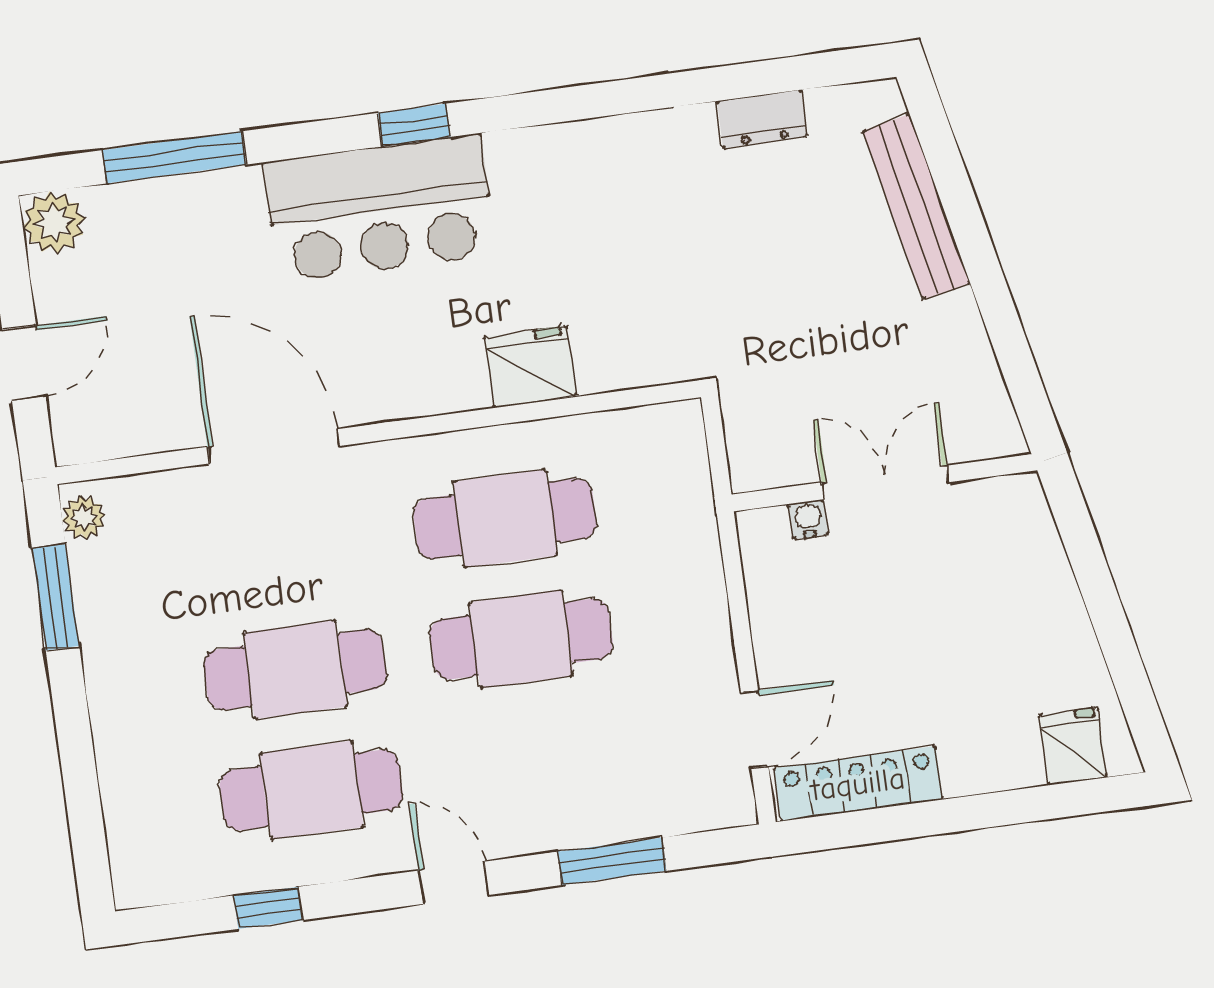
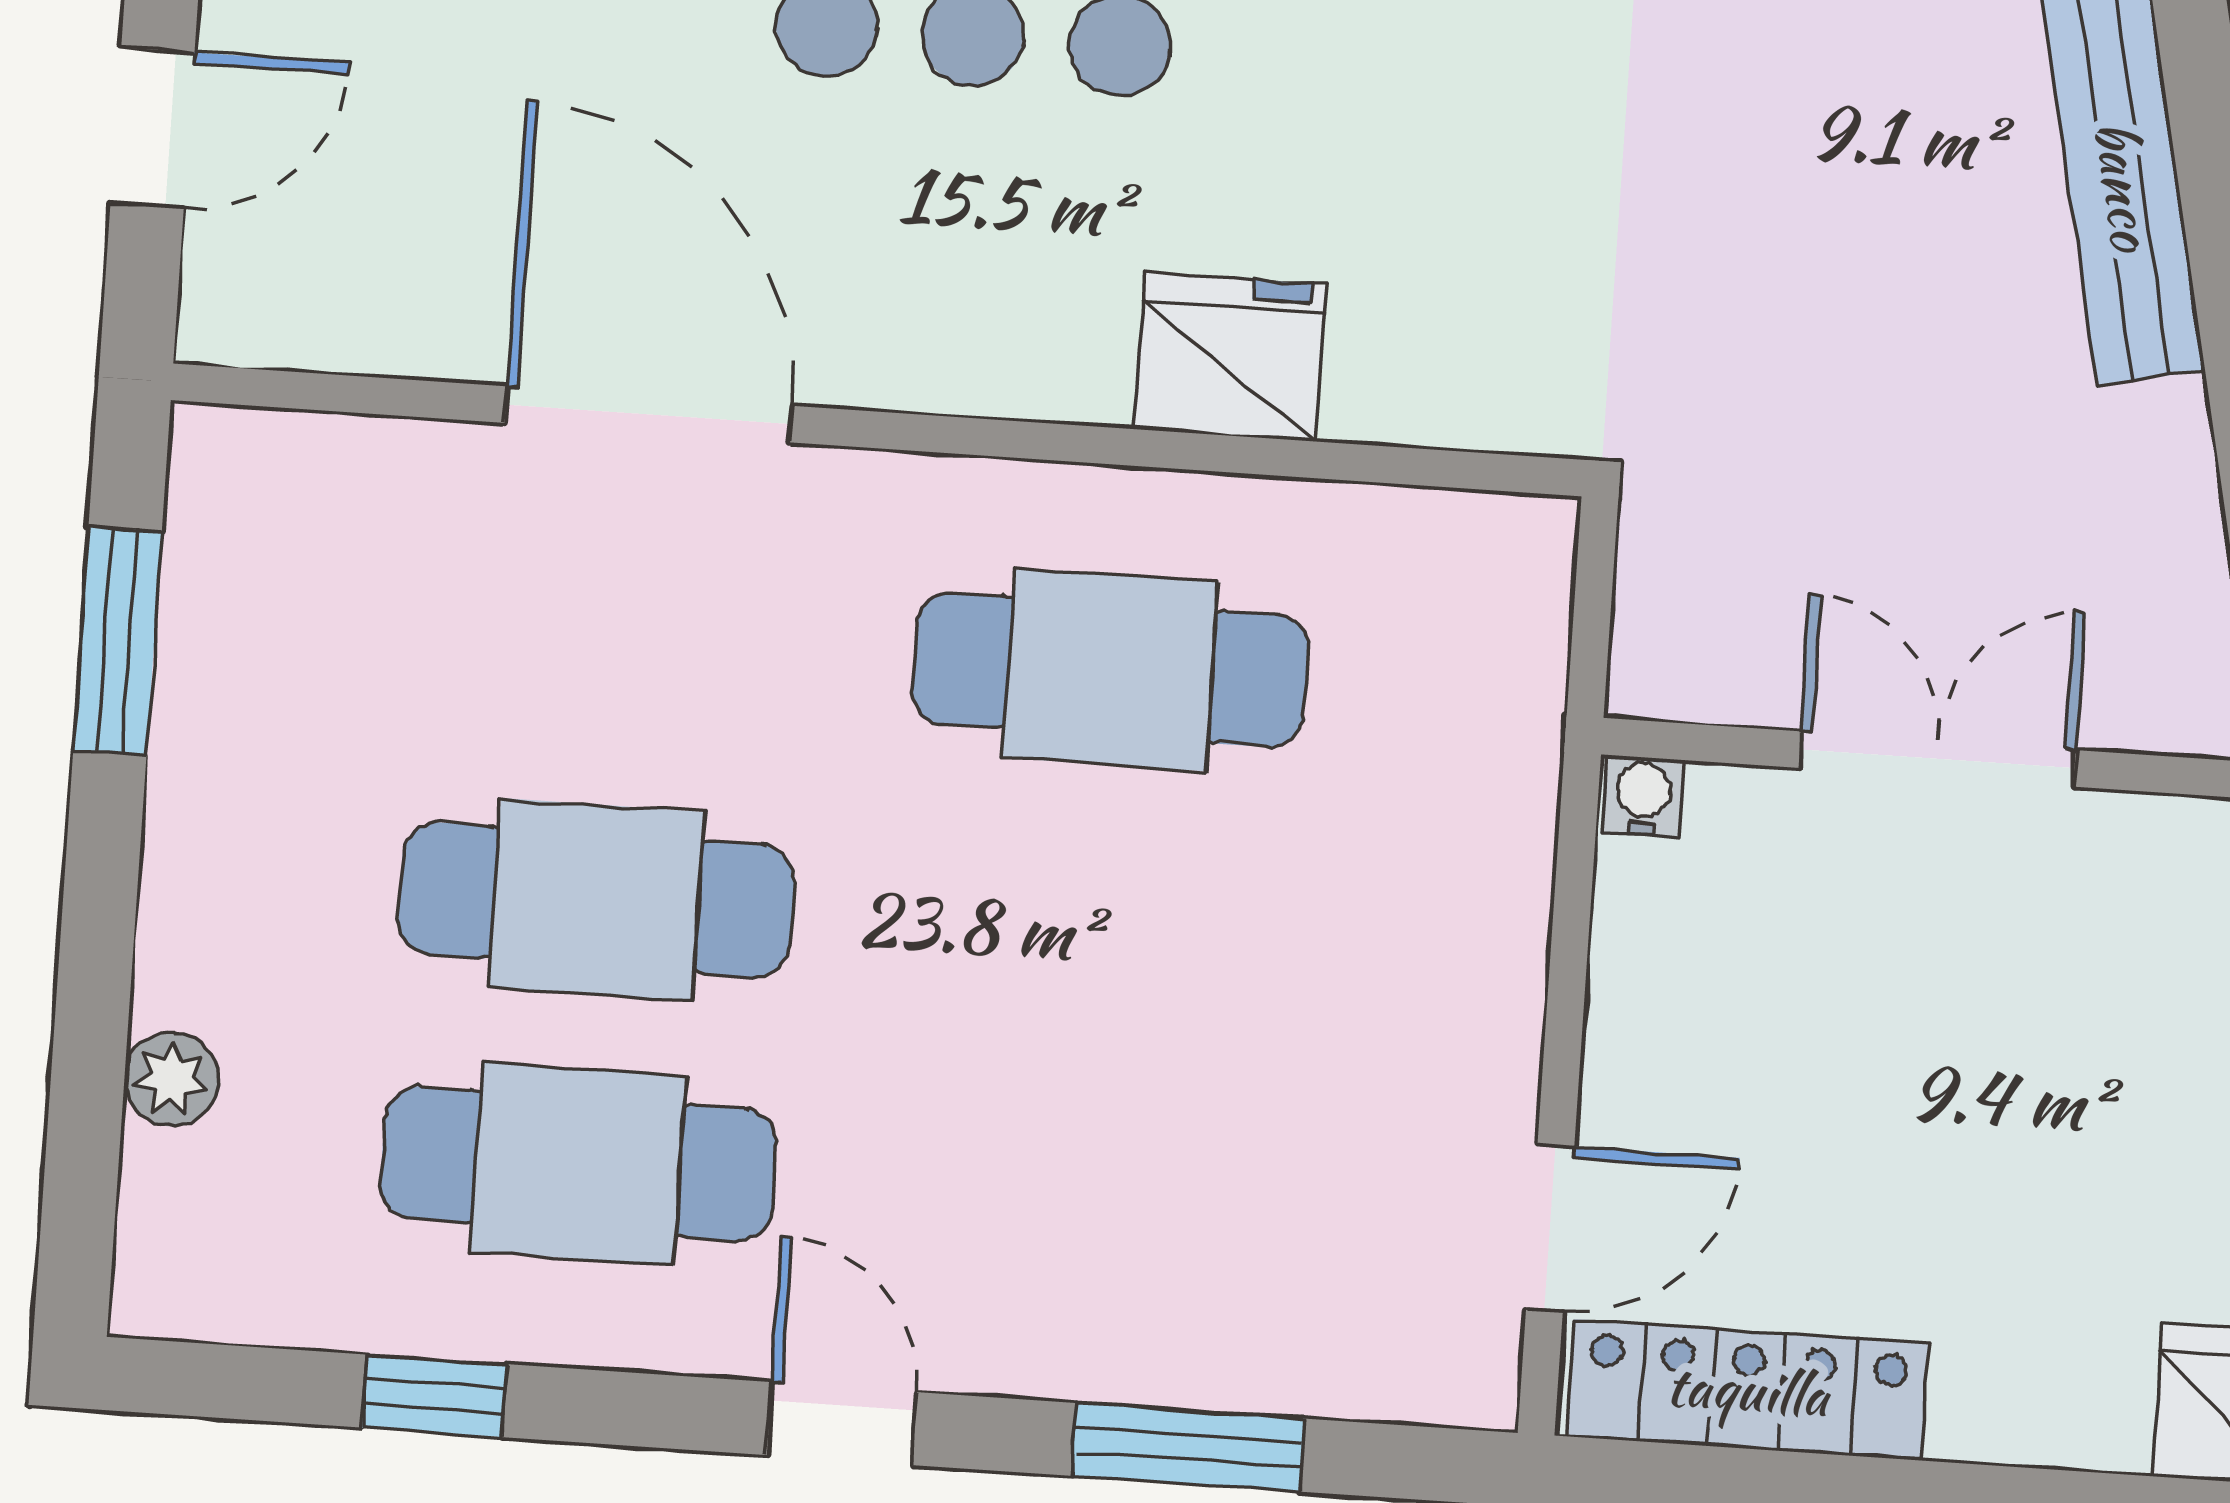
plant: (84, 517) -> (171, 1079), moved
water cooler: (808, 519) -> (1643, 796), moved
cafe table: (521, 639) -> (1092, 933), removed

